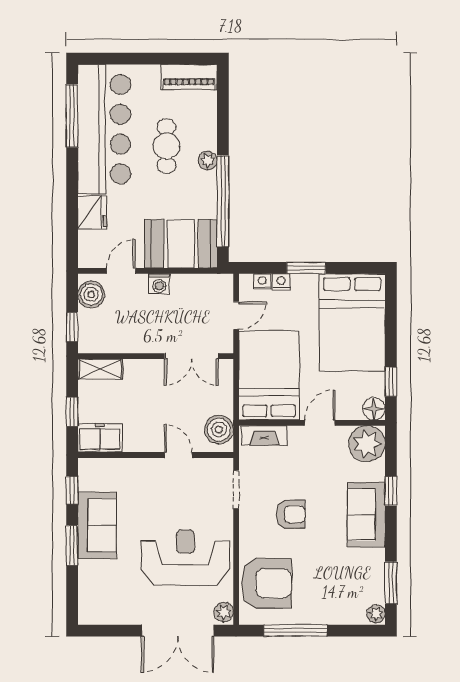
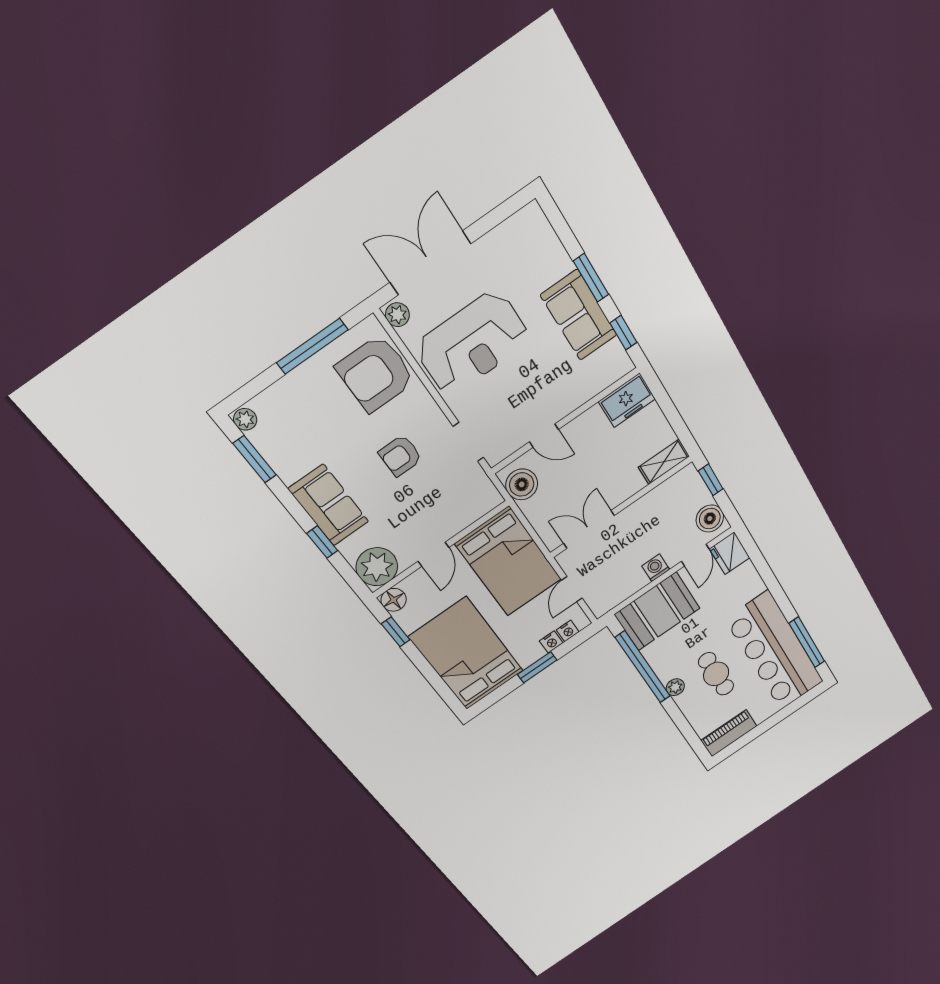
fridge: (92, 213) -> (730, 553), moved
window: (72, 412) -> (667, 406), removed
fireplace: (264, 435) -> (476, 508), removed

